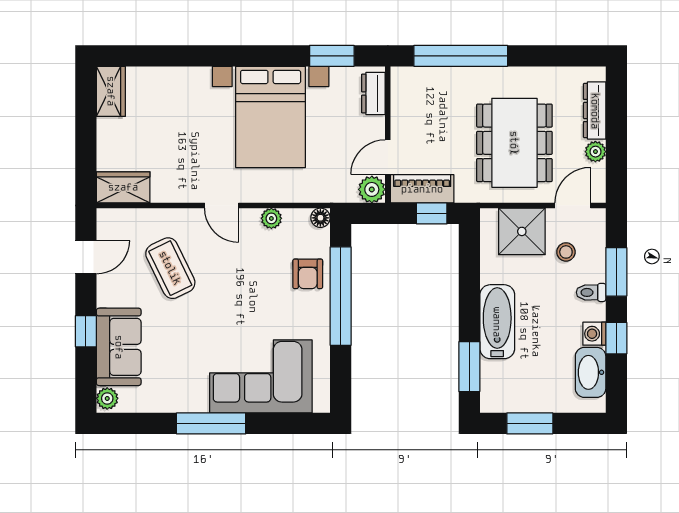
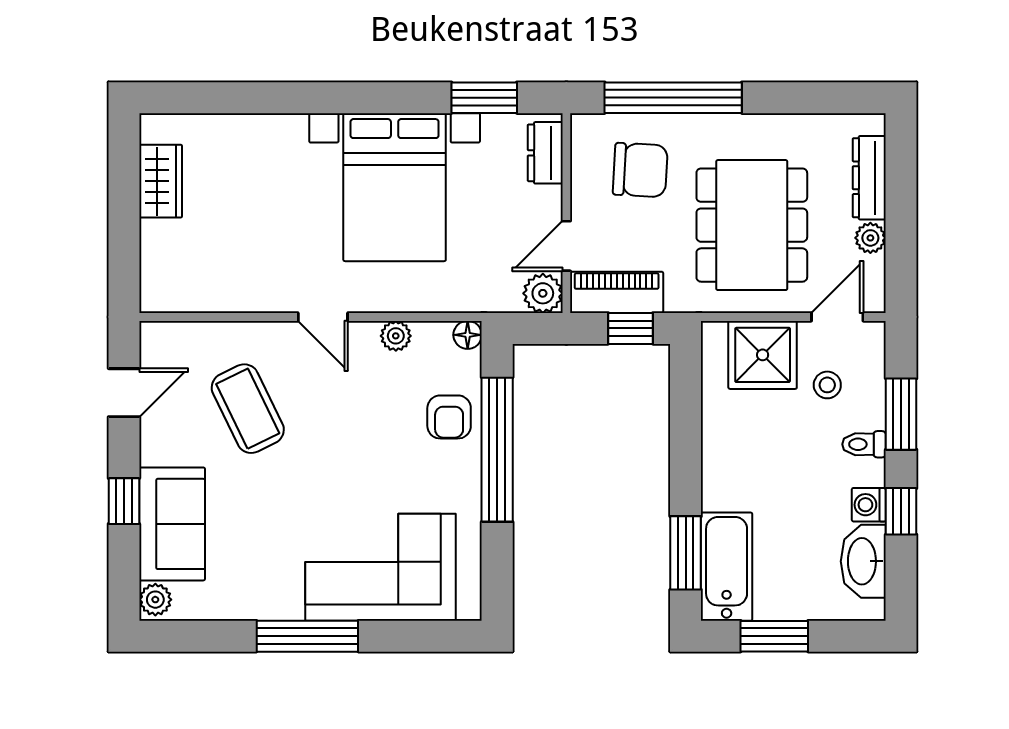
wardrobe: (111, 91) -> (161, 181), moved
chair: (438, 105) -> (640, 170), added
wardrobe: (123, 187) -> (179, 290), removed
bathtub: (497, 322) -> (727, 567), moved

